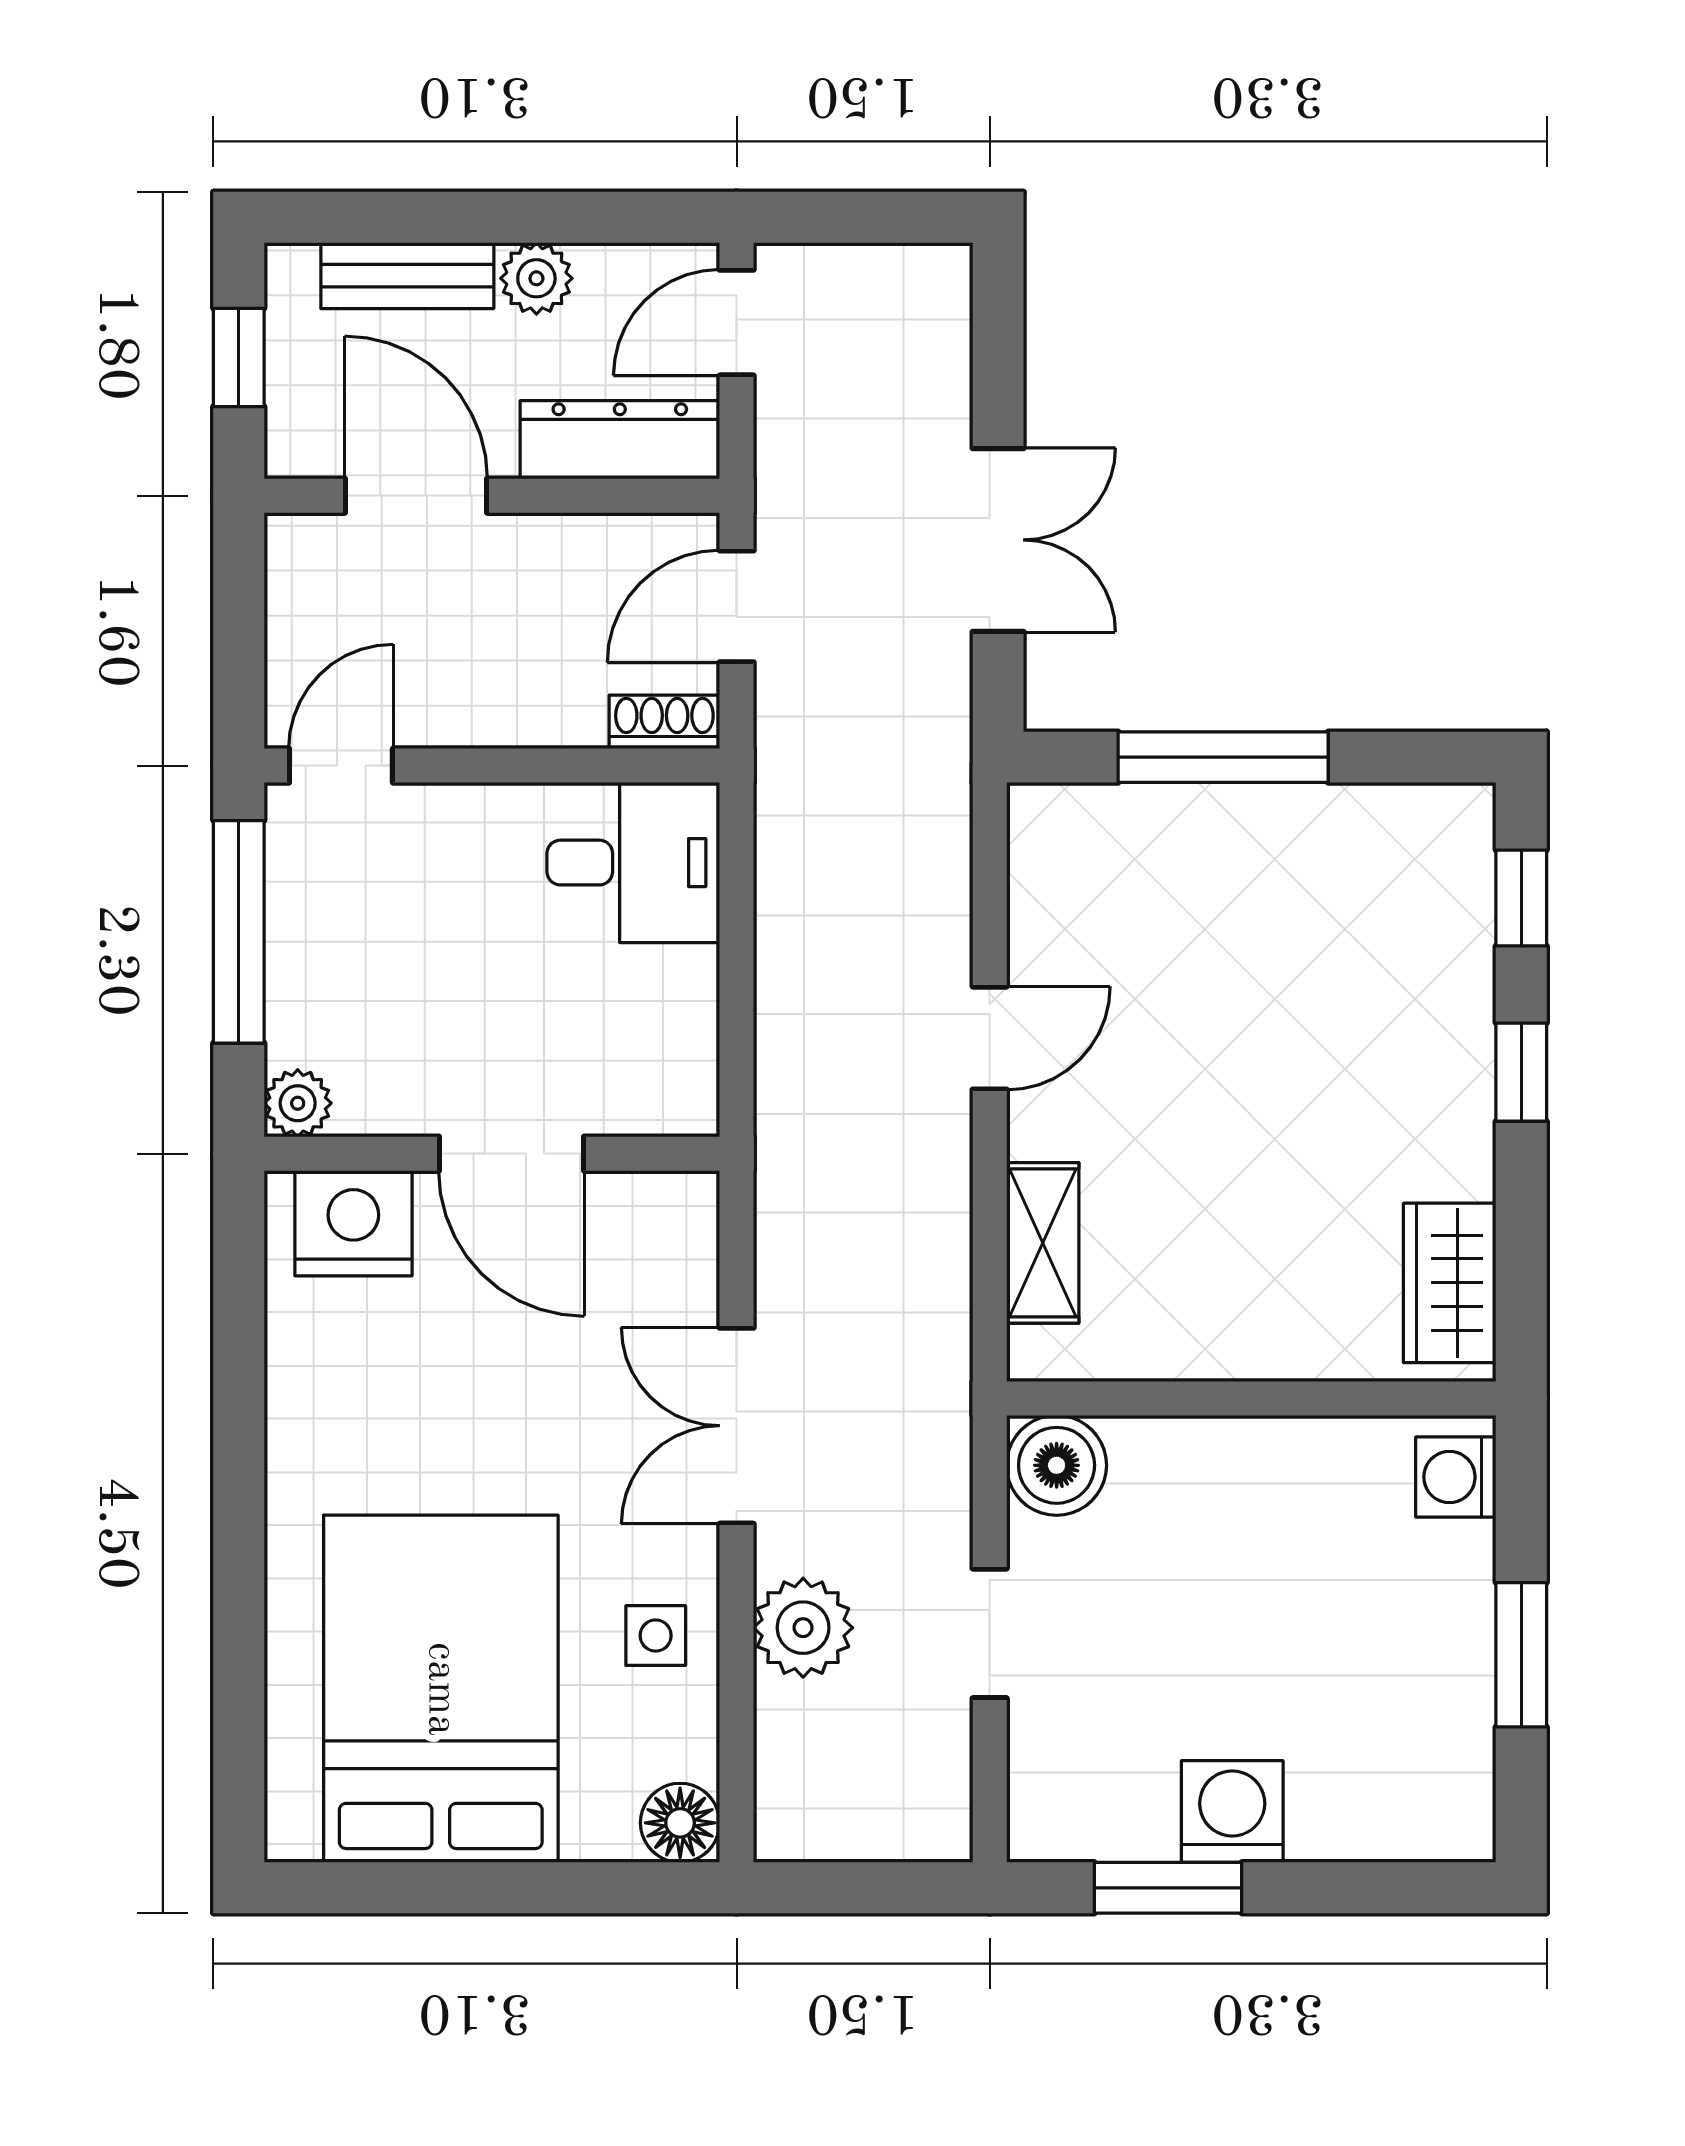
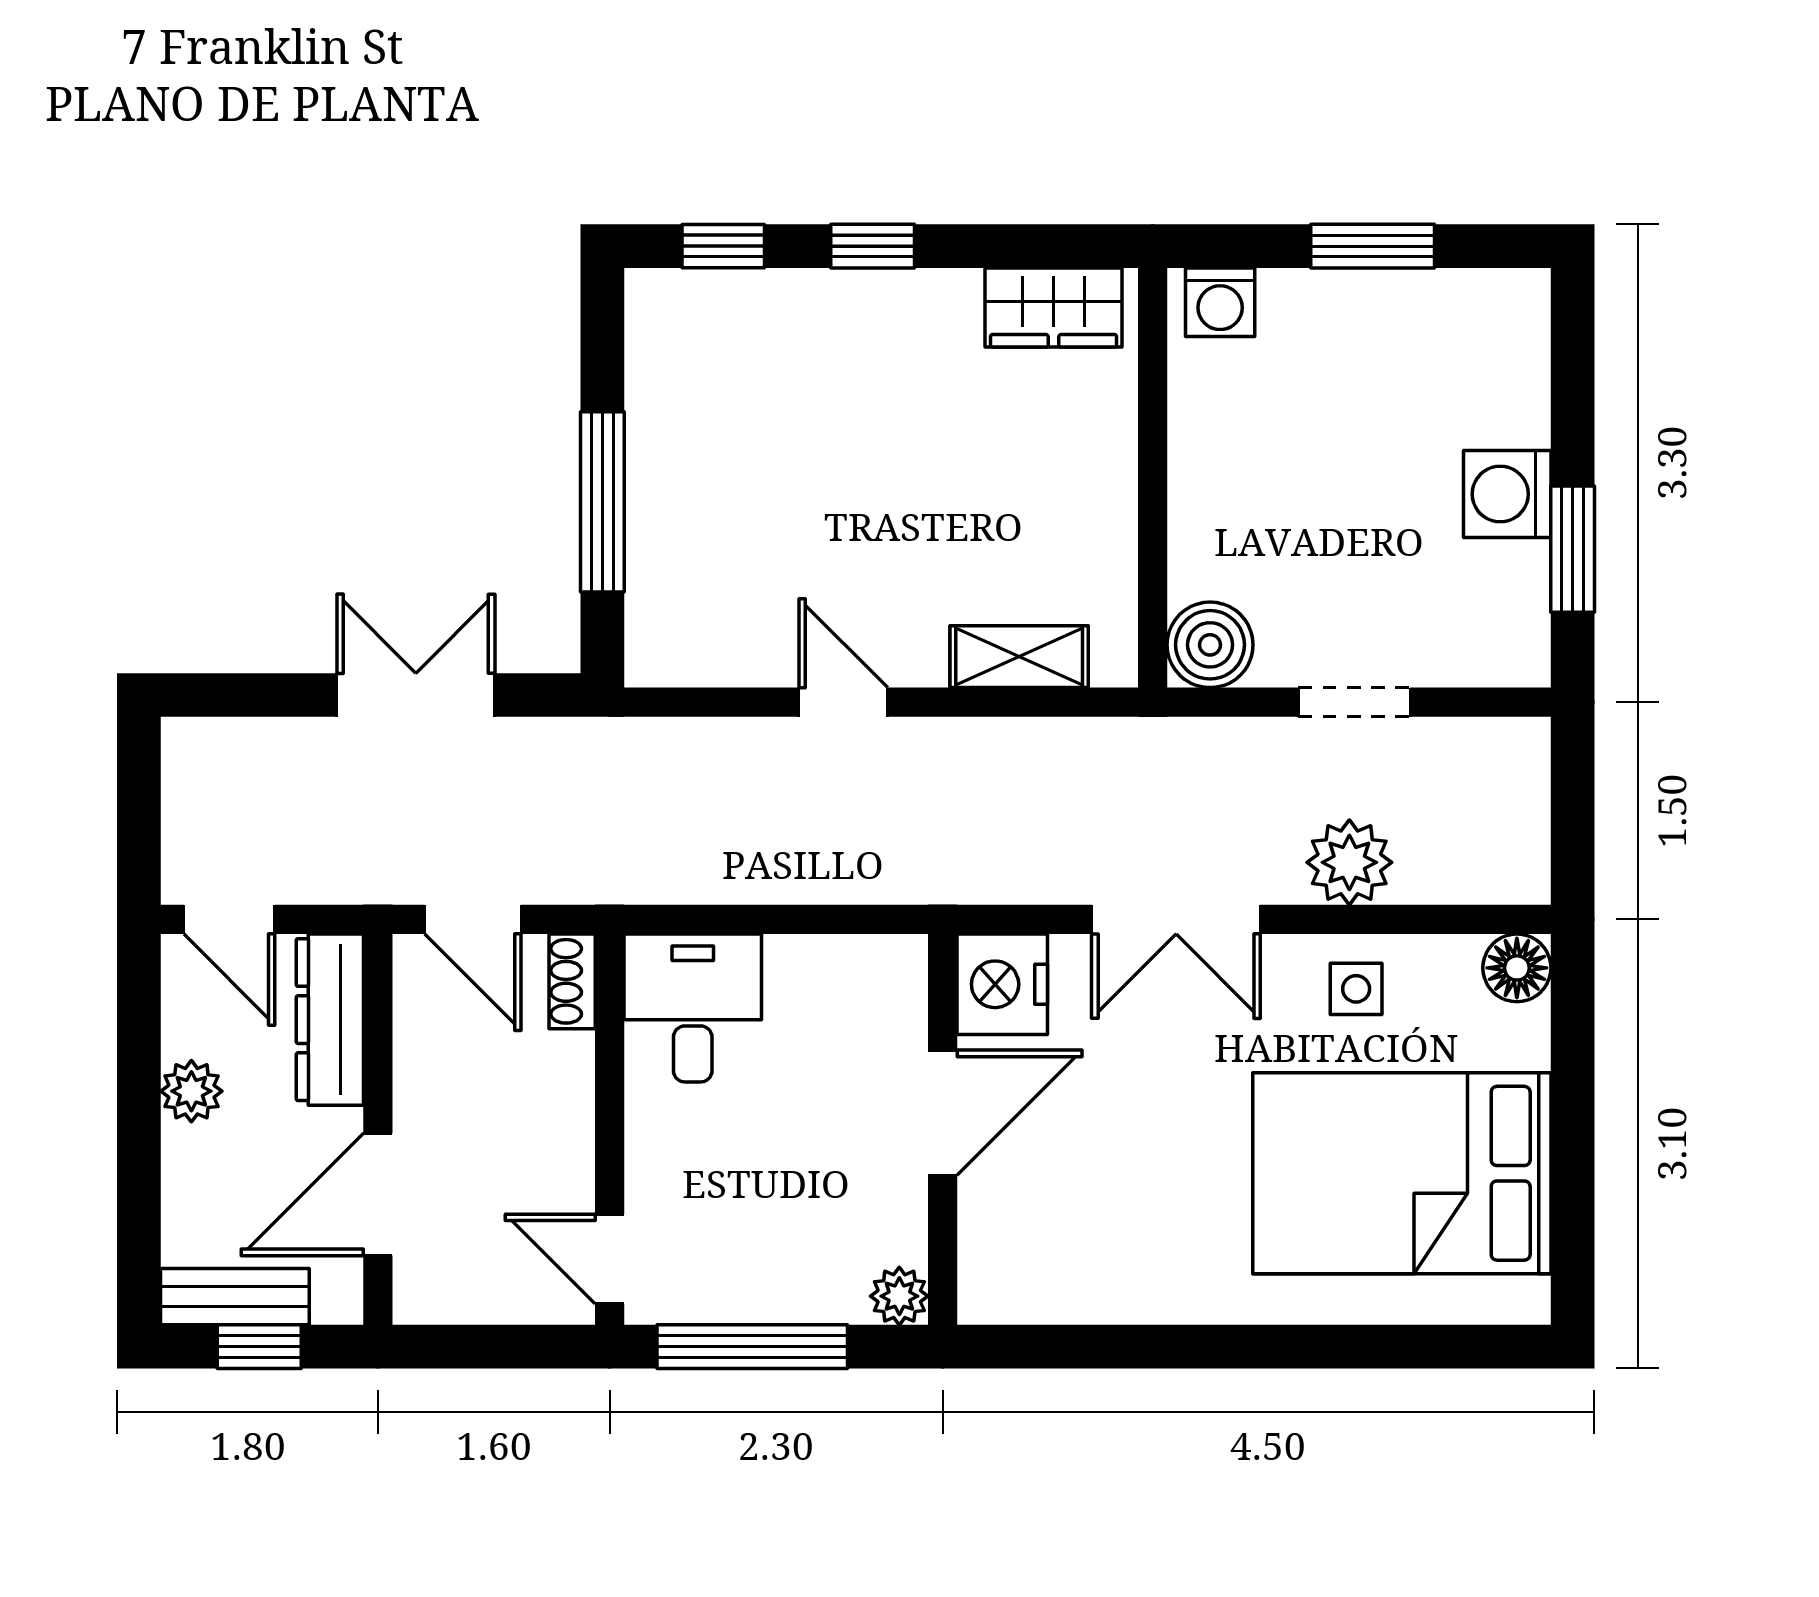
bench: (407, 276) -> (235, 1297), moved, turned 90
nightstand: (353, 1223) -> (1002, 984), moved

